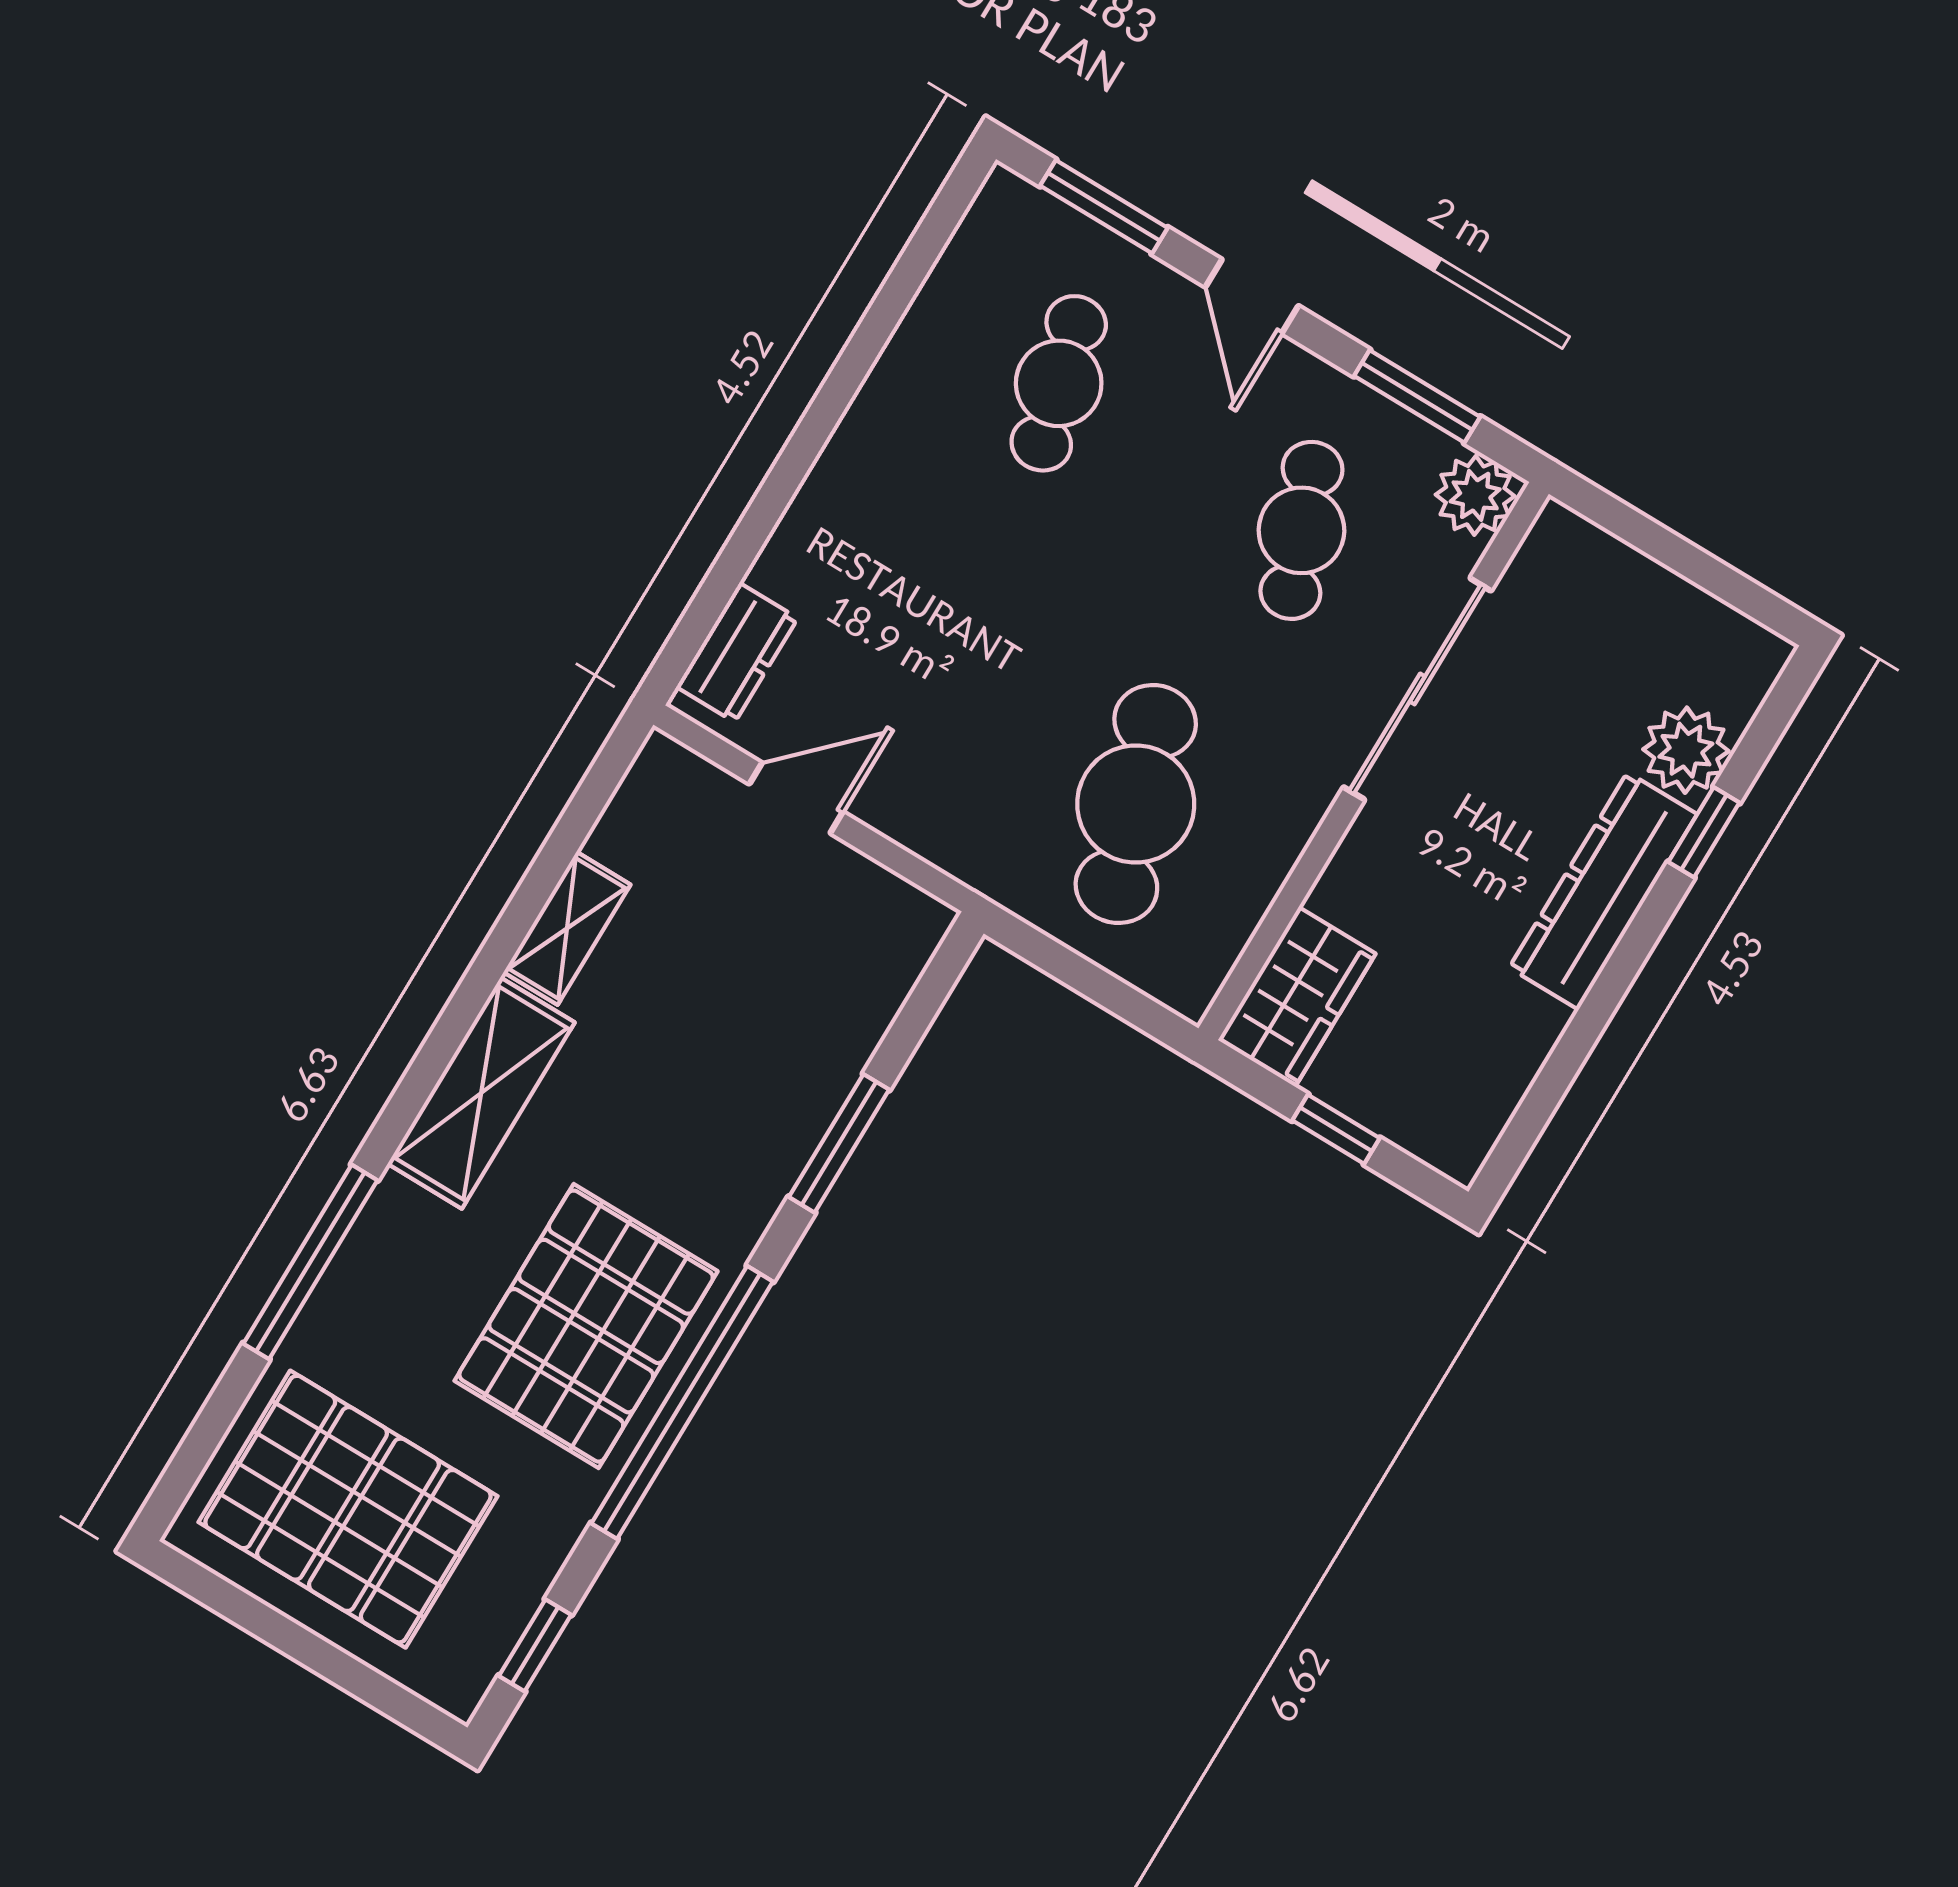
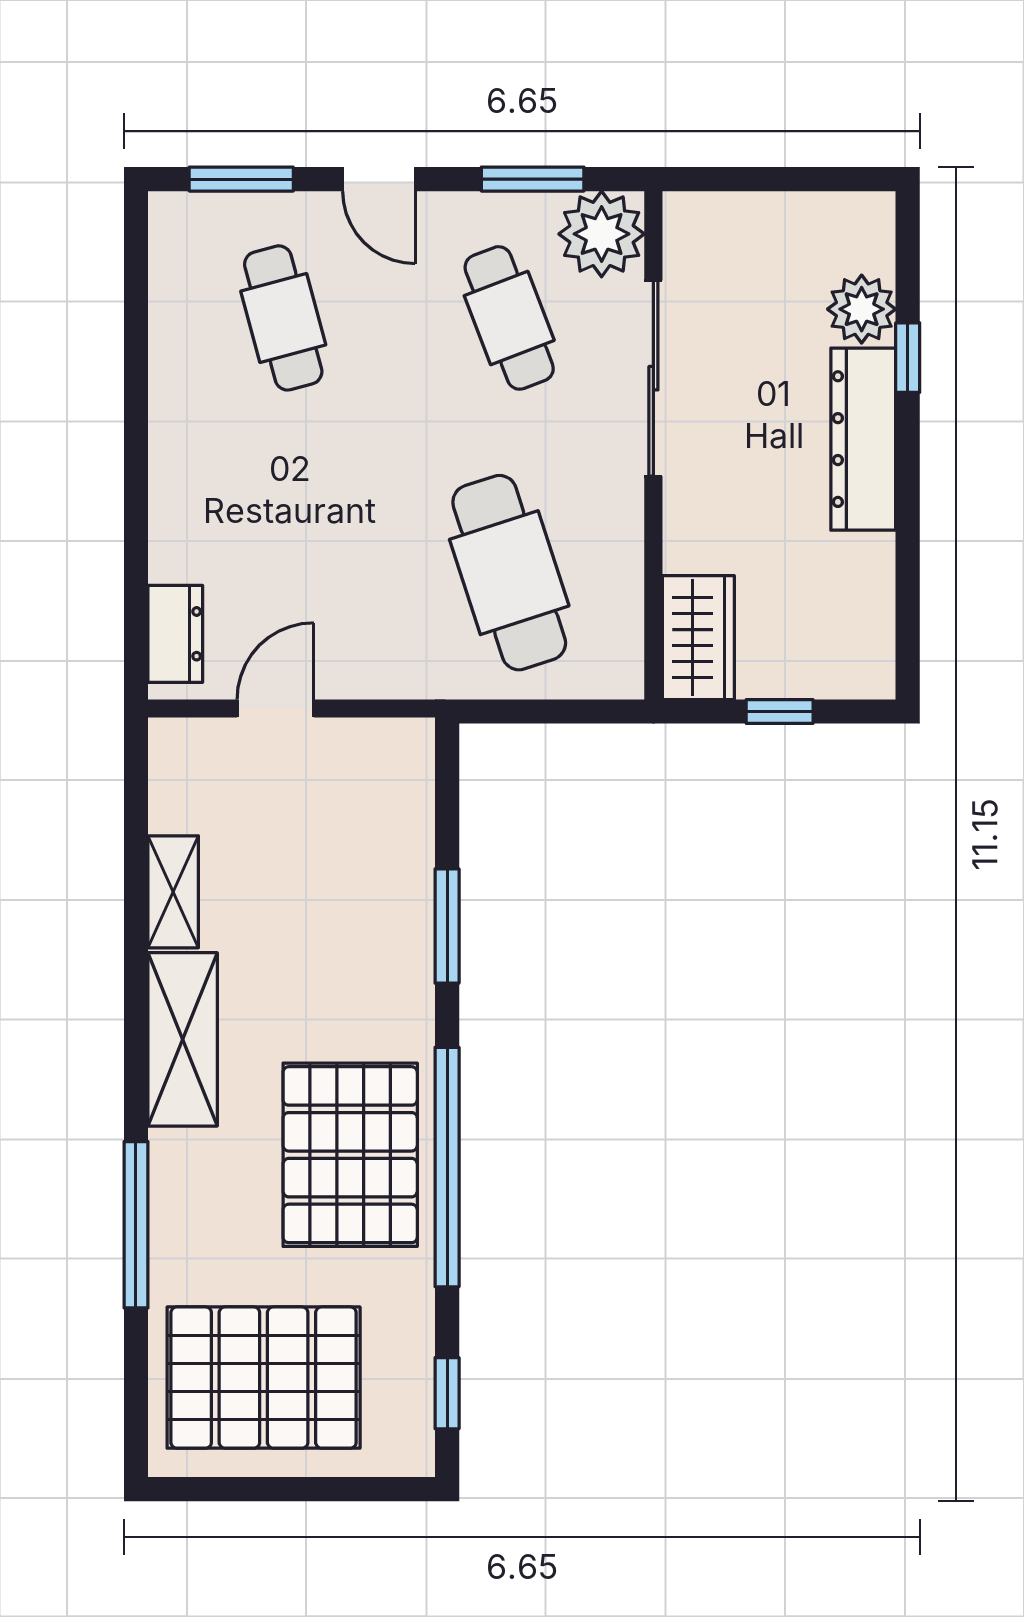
plant: (1475, 495) -> (602, 234), width x1.36, depth x1.36

